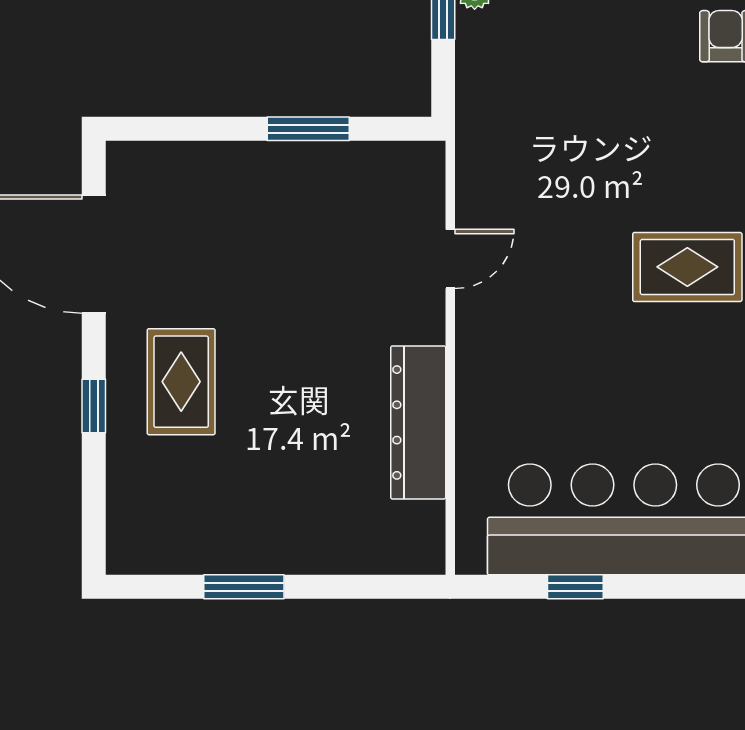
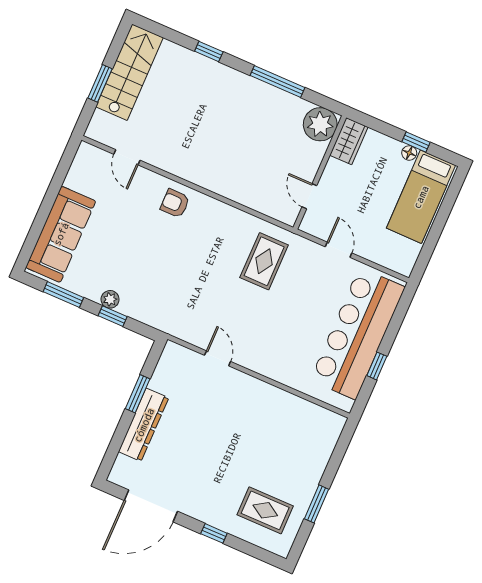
rug: (181, 382) -> (265, 510), moved
dresser: (418, 422) -> (144, 425), moved, turned -90

